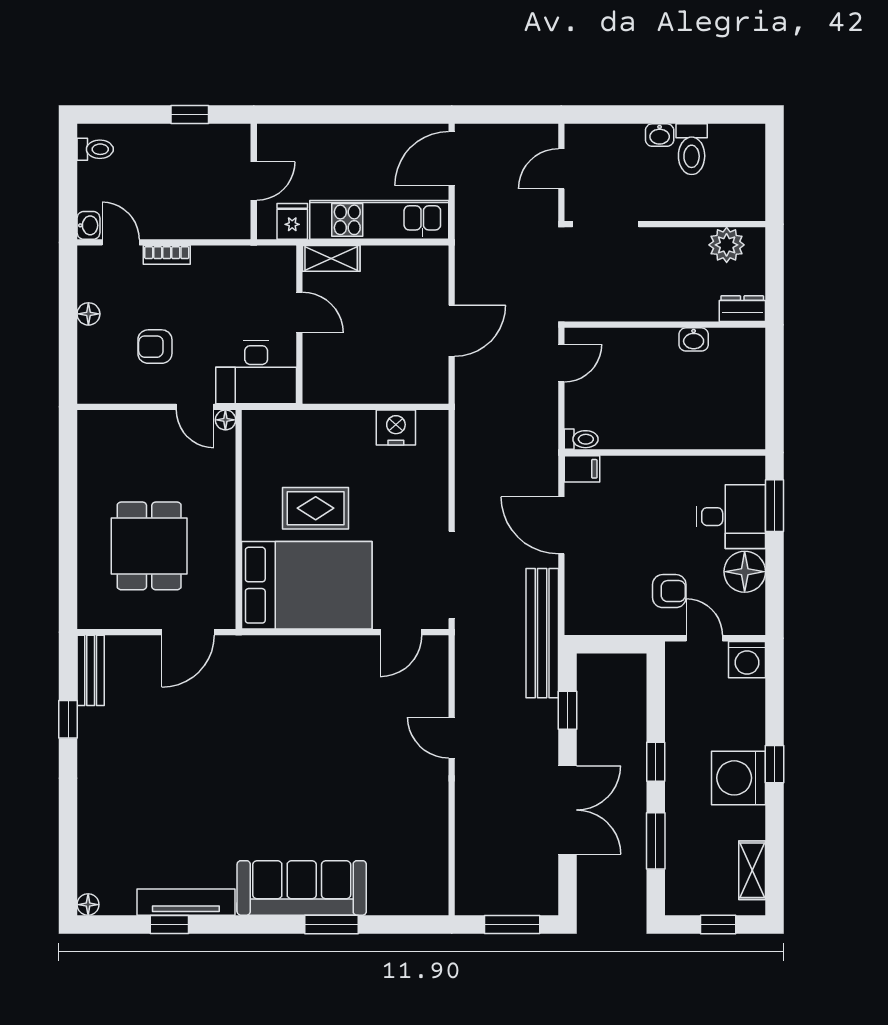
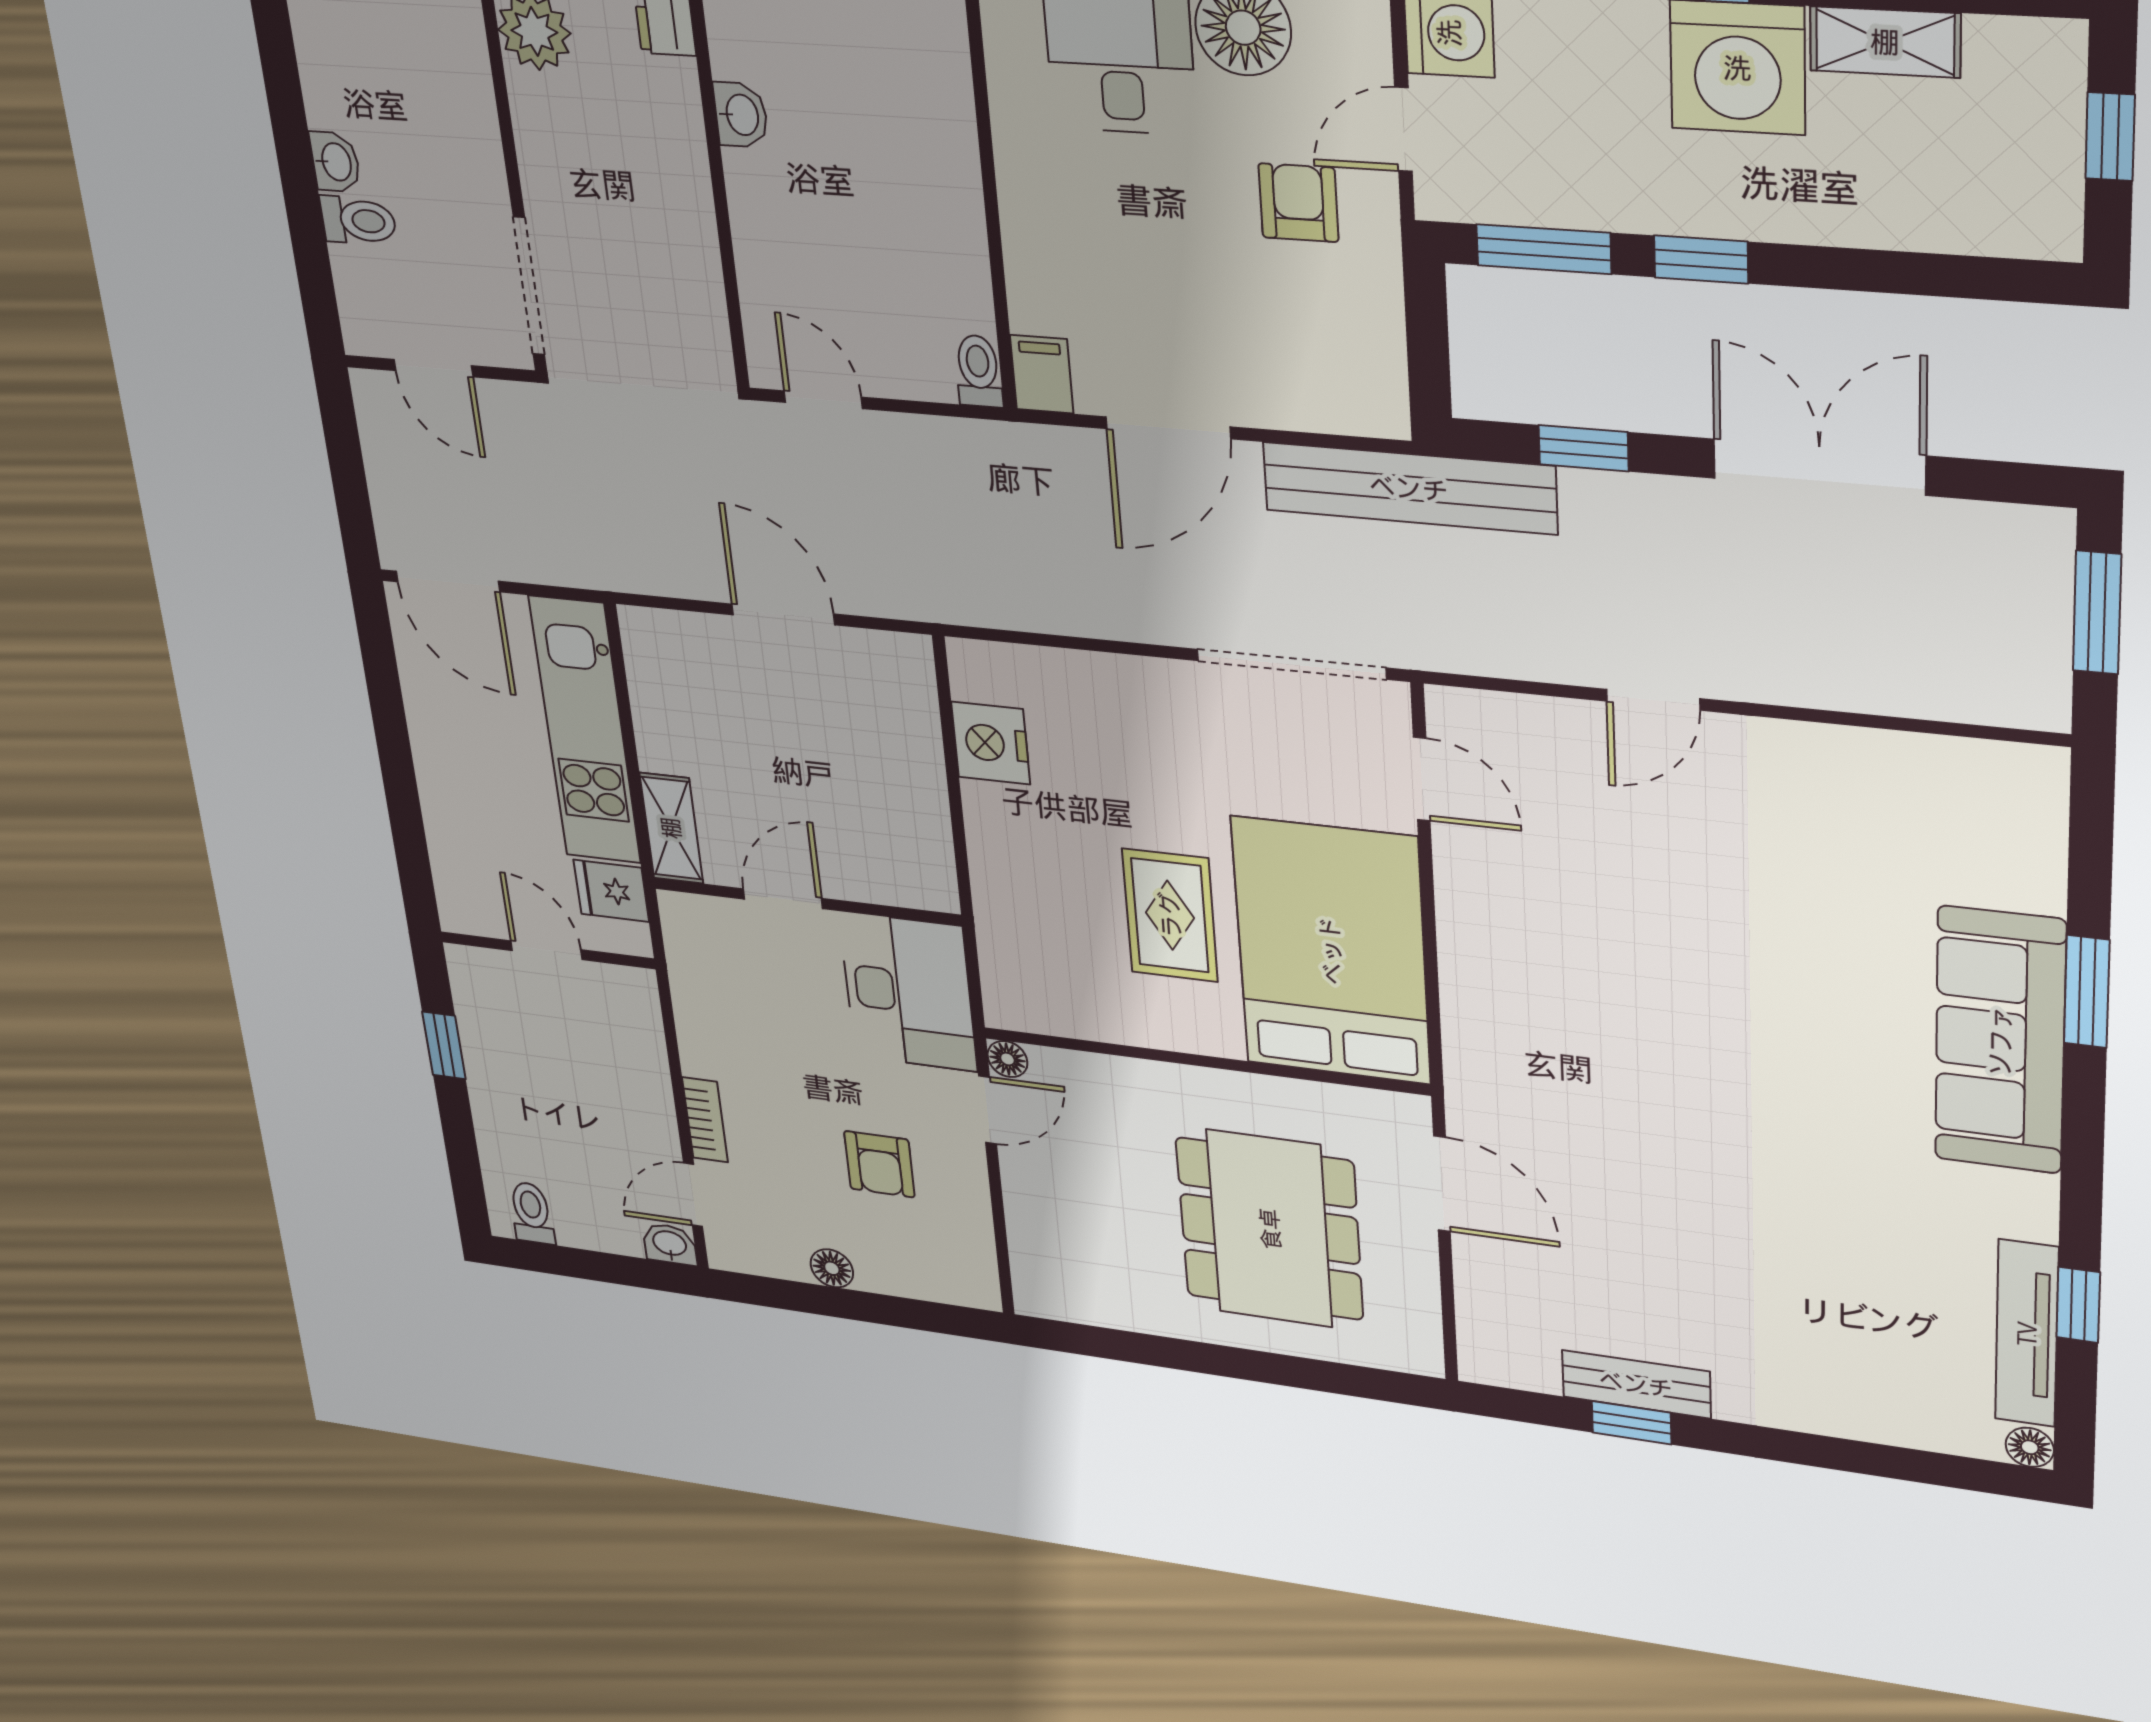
toilet: (692, 149) -> (358, 221), moved, width x0.73, depth x0.72
dining table: (149, 546) -> (1270, 1229), width x1.38
bench: (91, 670) -> (1636, 1384), moved
window: (656, 841) -> (1544, 249), moved
shelving: (752, 870) -> (1885, 42), moved
tv unit: (186, 902) -> (2027, 1334), moved

